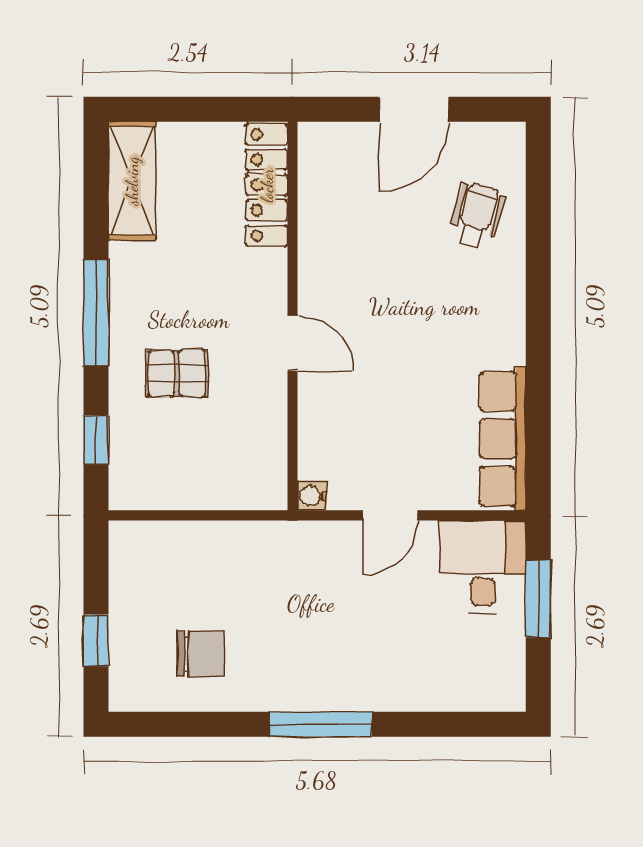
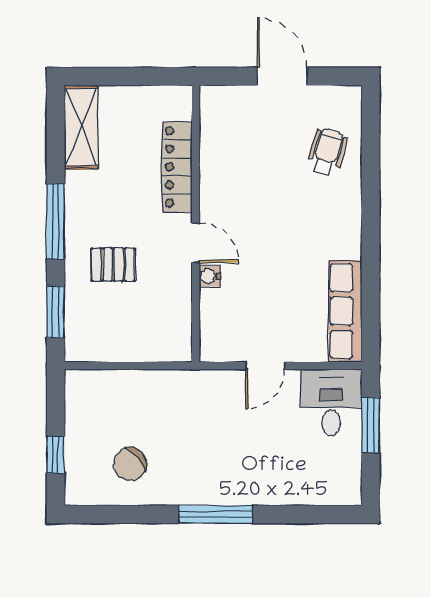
door: (414, 109) -> (282, 76), swing flipped
locker: (267, 185) -> (177, 167), moved
window: (96, 440) -> (56, 312), width x1.50
water cooler: (312, 496) -> (210, 276), moved
chair: (200, 654) -> (130, 464), turned 139

